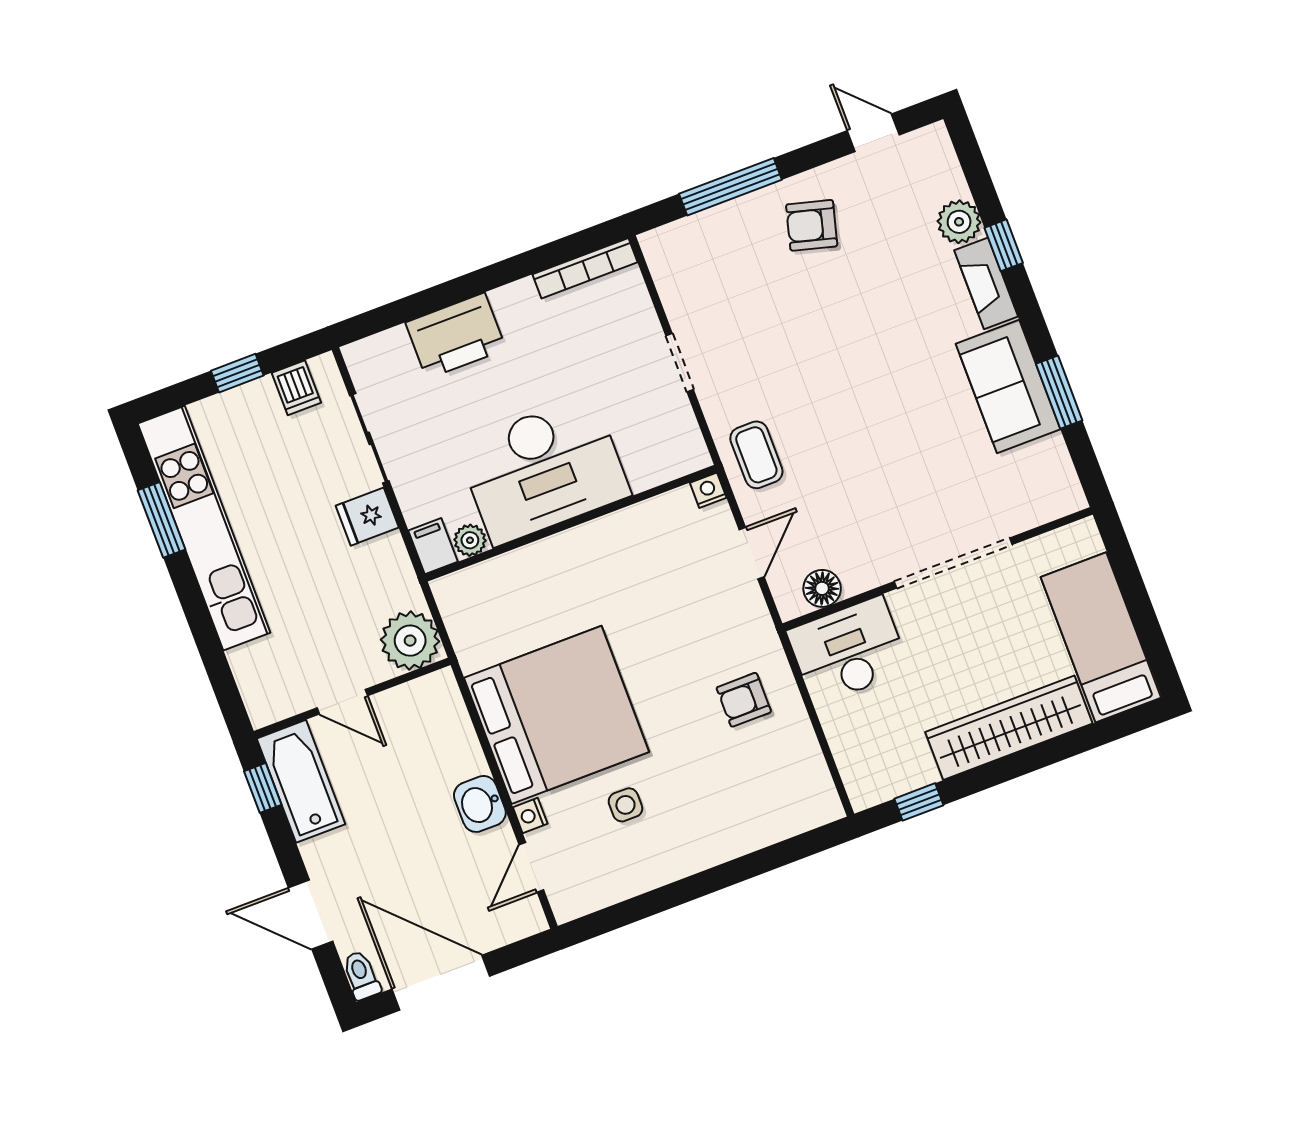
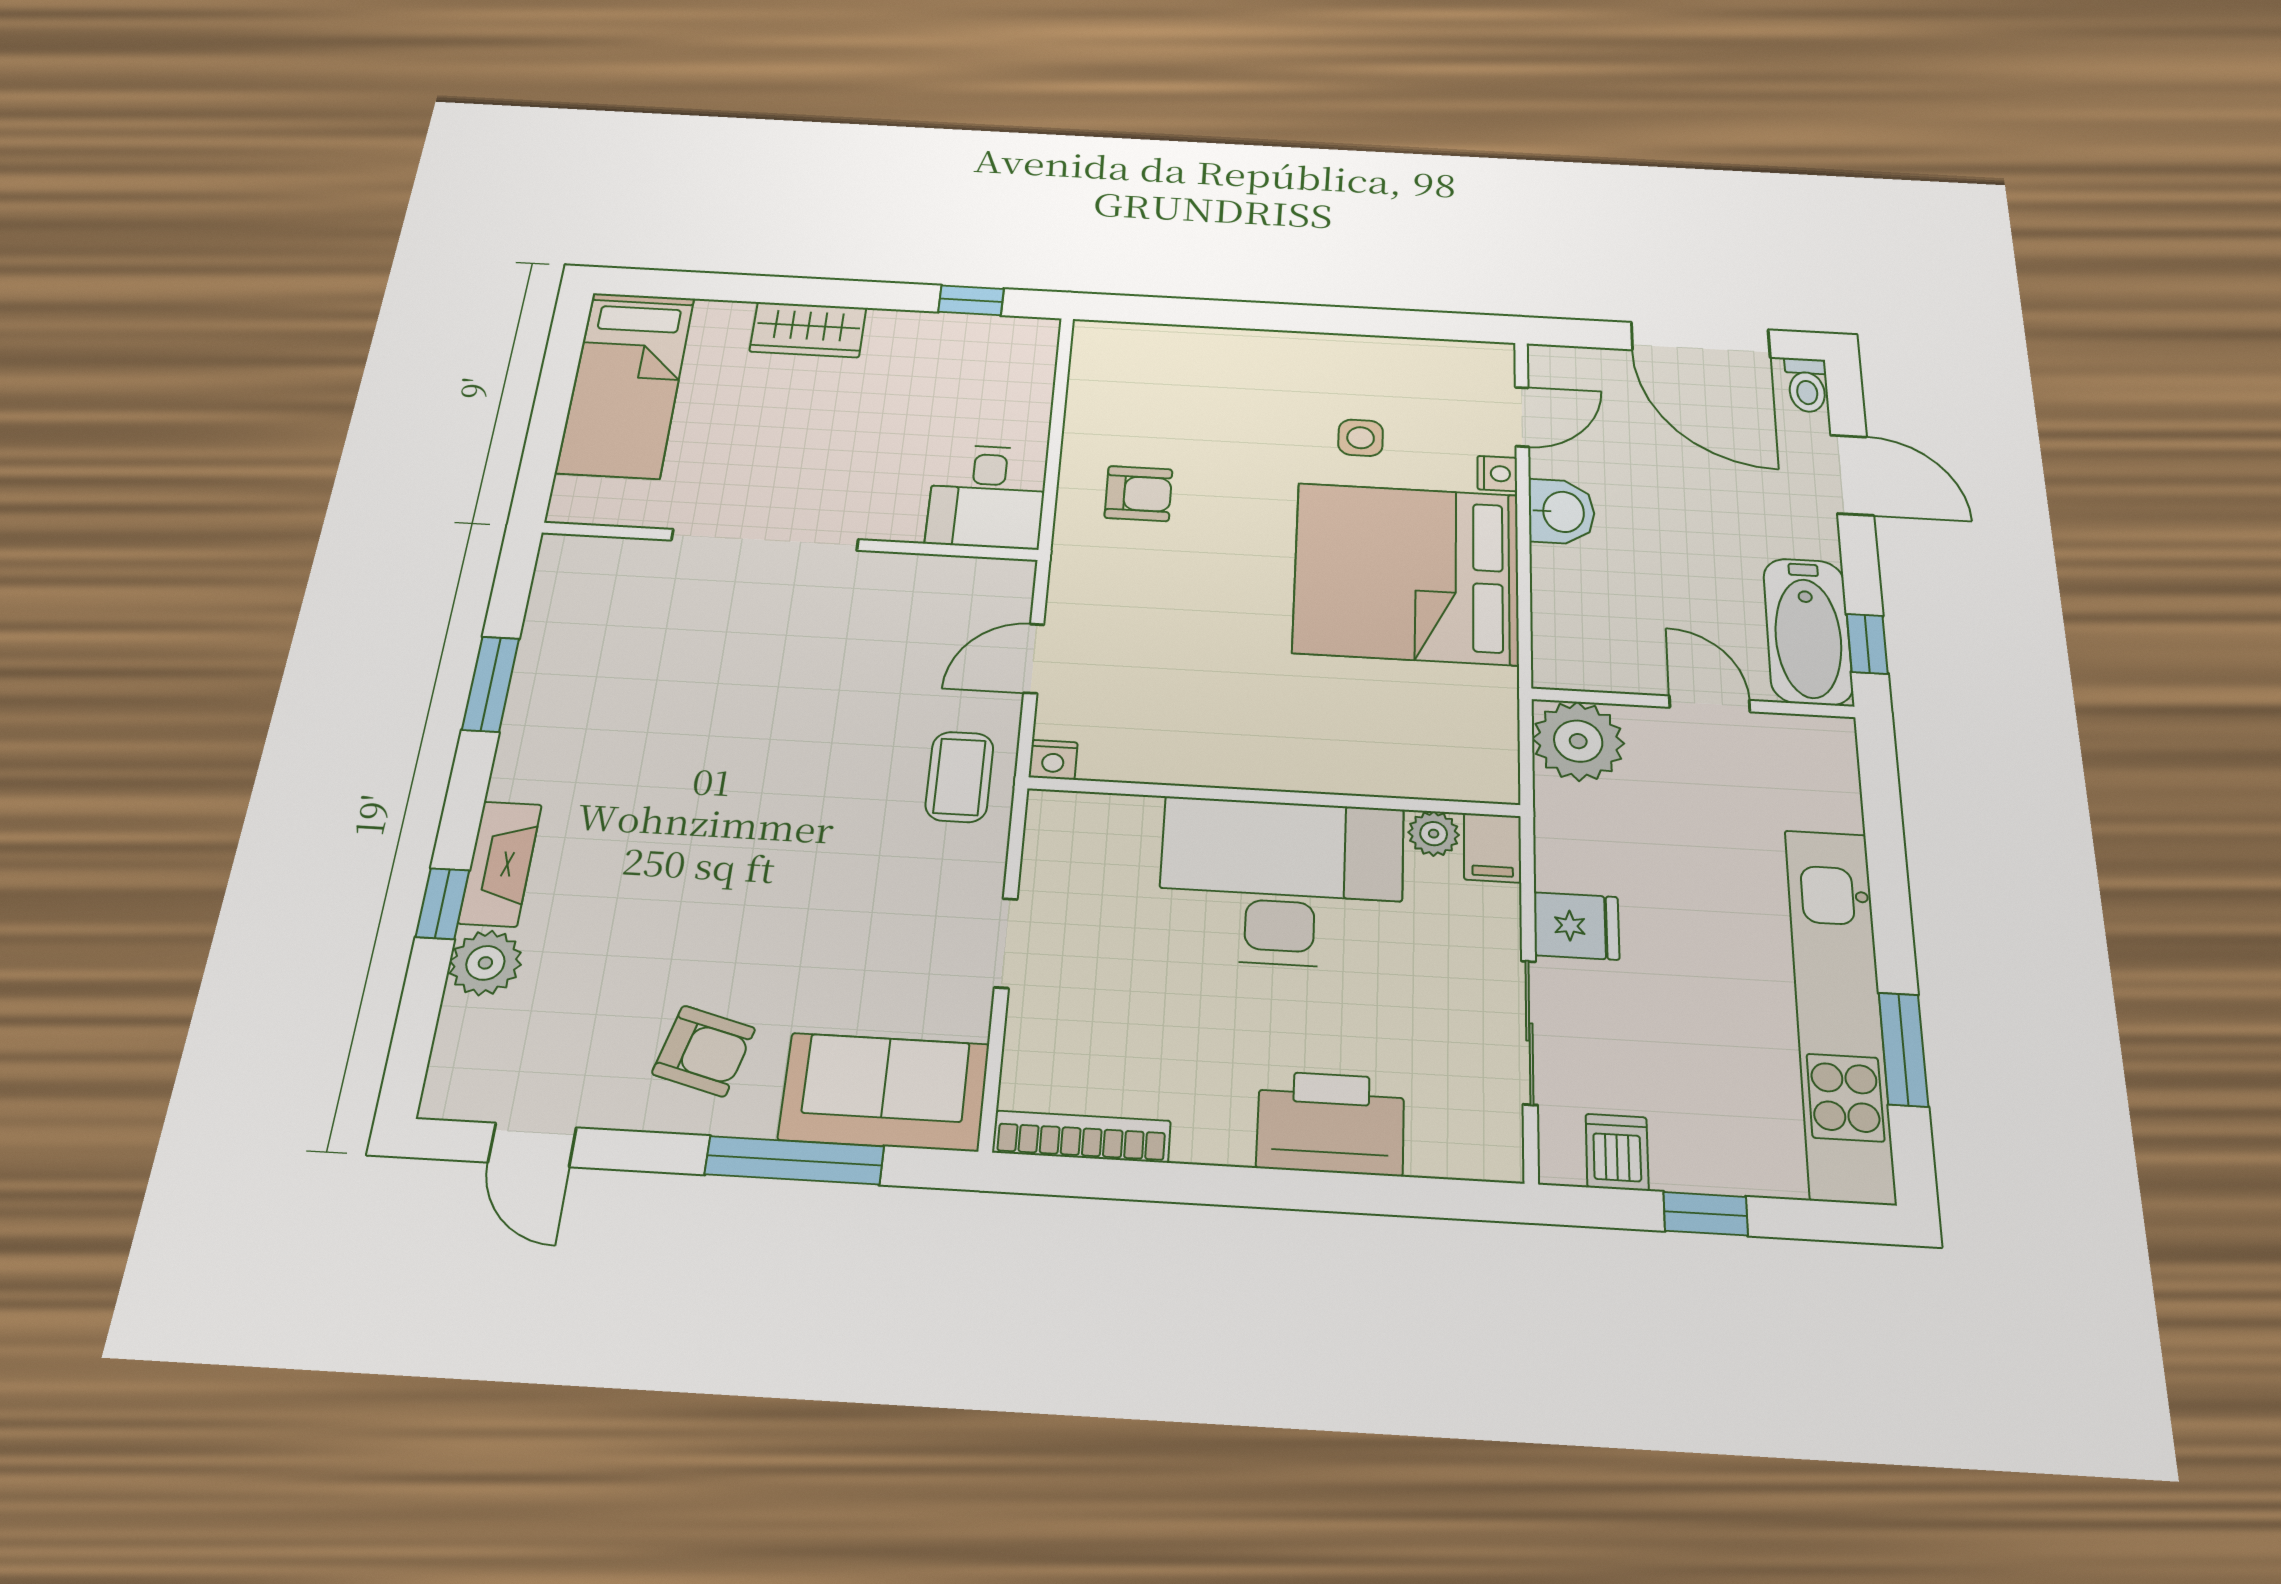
sofa: (1008, 386) -> (884, 1092), moved, turned -90
floor lamp: (822, 588) -> (960, 579), removed
desk: (848, 651) -> (987, 496), width x0.73
wardrobe: (1009, 728) -> (808, 330), width x0.48, depth x0.85

